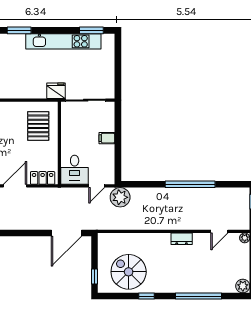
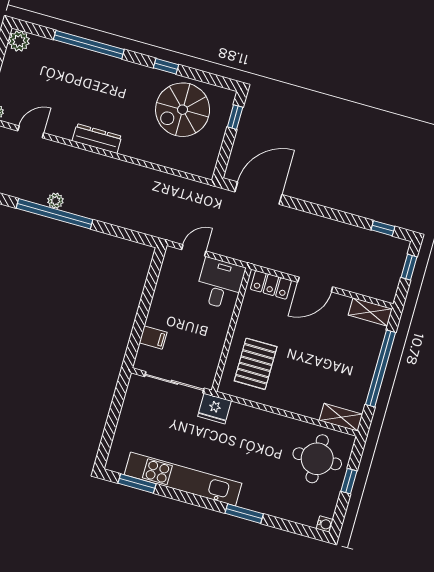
filing cabinet: (107, 138) -> (153, 338), moved
plant: (120, 197) -> (55, 201), moved, width x0.53, depth x0.53
dresser: (182, 239) -> (97, 139), width x1.44
spiral stairs: (129, 272) -> (183, 110), turned 90

